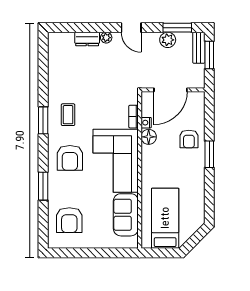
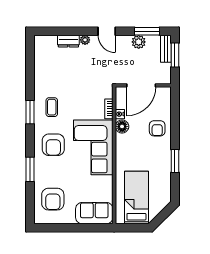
window: (209, 154) -> (175, 161), moved
sofa: (126, 215) -> (94, 213), moved, turned 90

